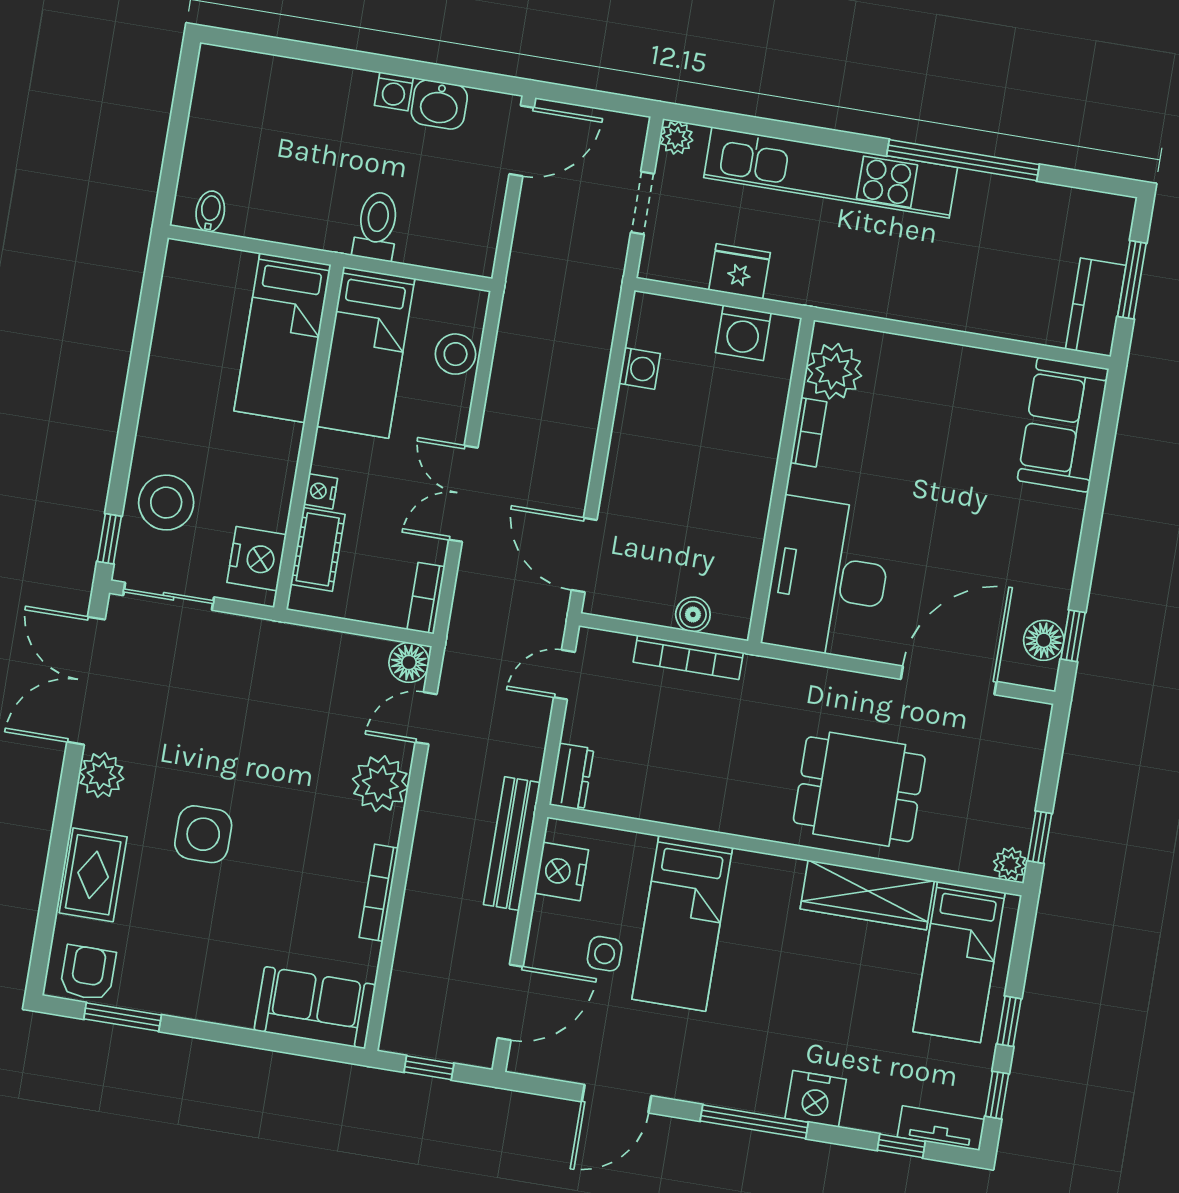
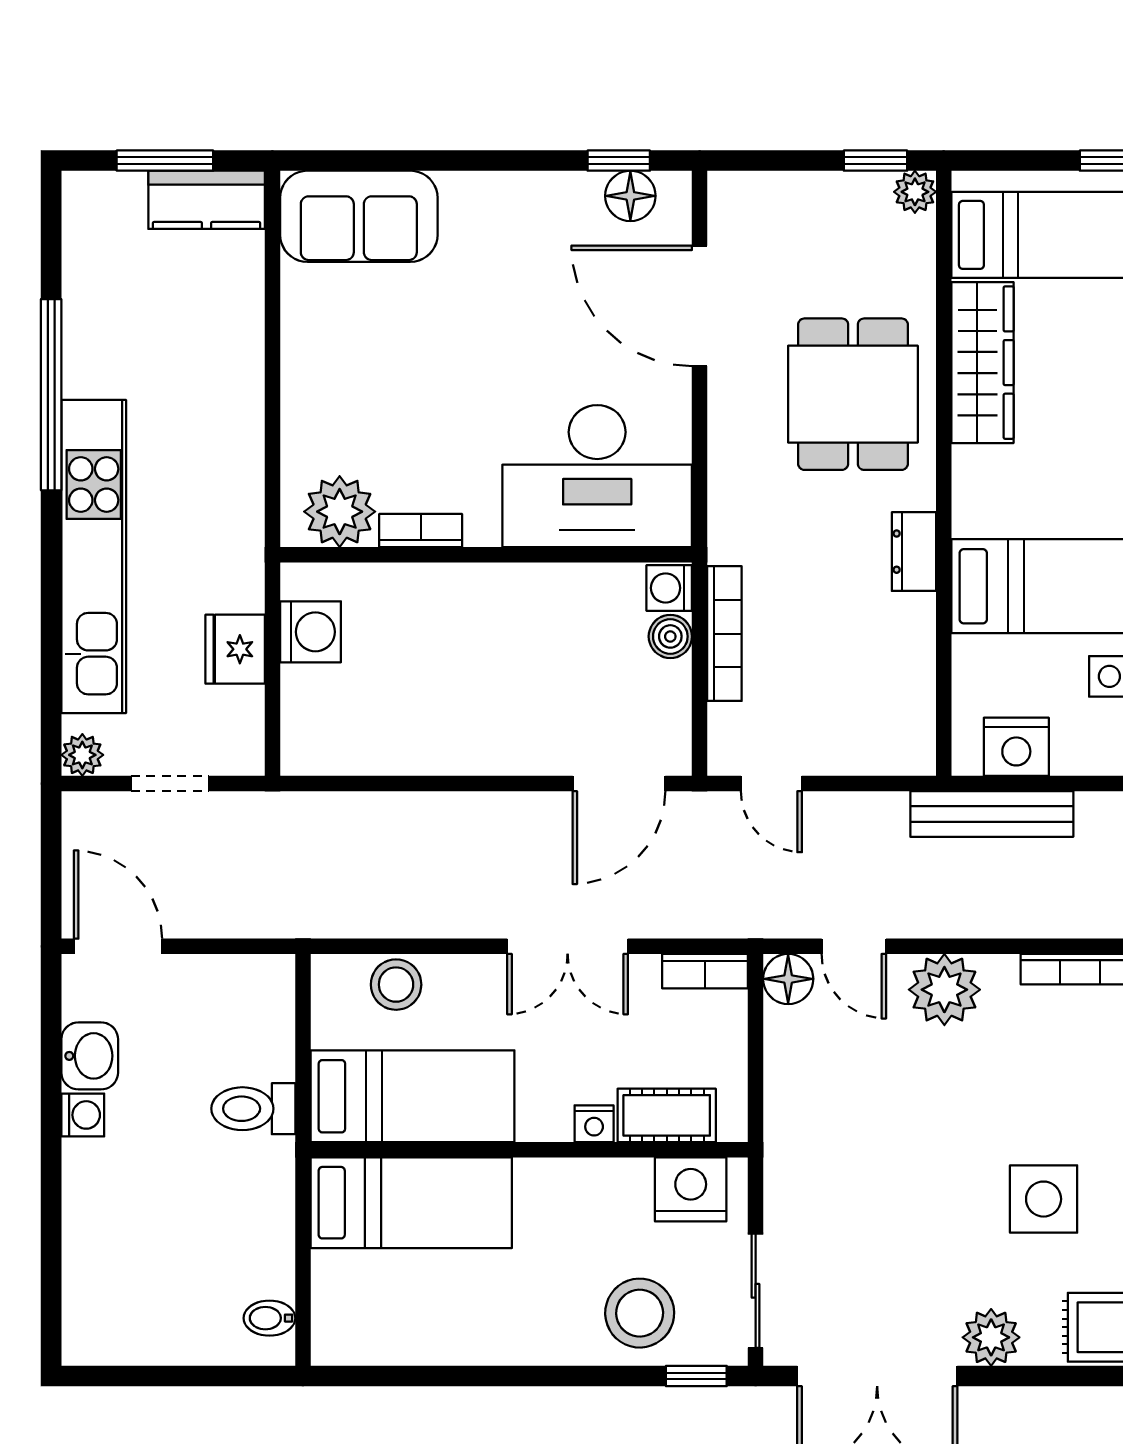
washing machine: (640, 369) -> (669, 588), moved, turned -90
dresser: (572, 777) -> (914, 552), moved, turned -90

